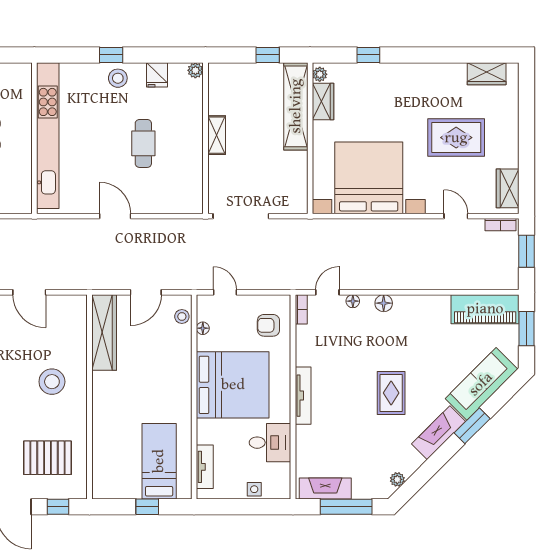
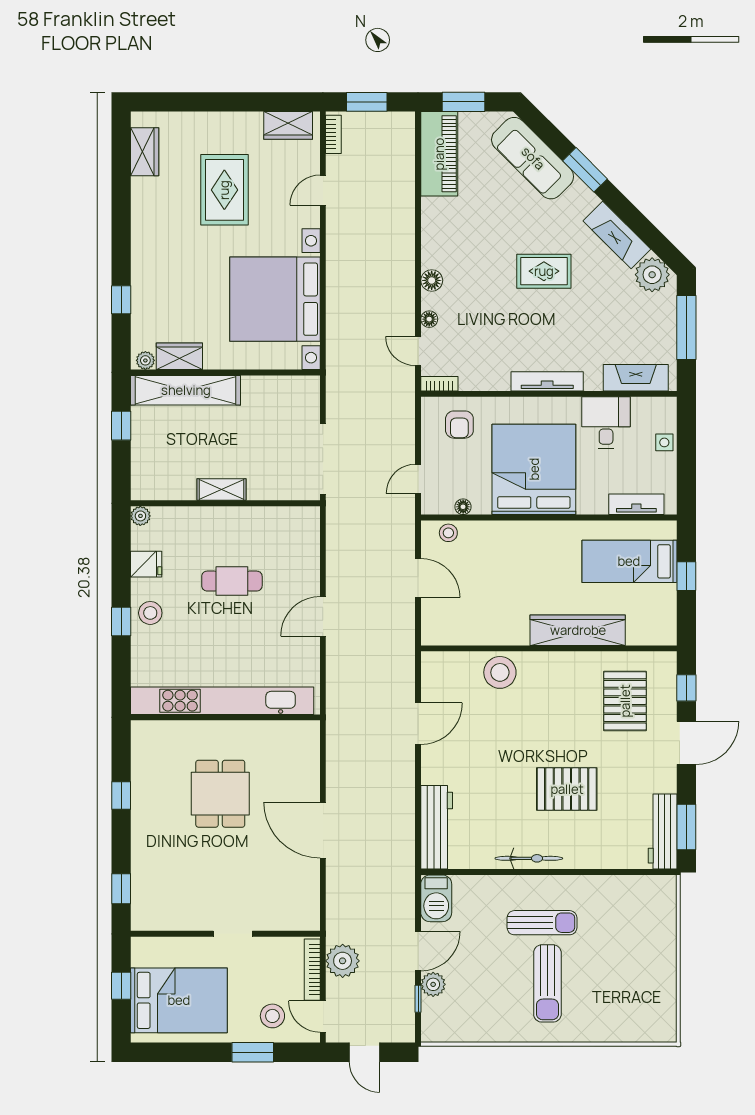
wardrobe: (104, 332) -> (578, 630), moved
stool: (52, 382) -> (500, 672), moved
fireplace: (439, 433) -> (617, 235), moved
plant: (397, 479) -> (652, 275), width x1.88, depth x1.88
fireplace: (325, 489) -> (636, 378), moved, turned 90

